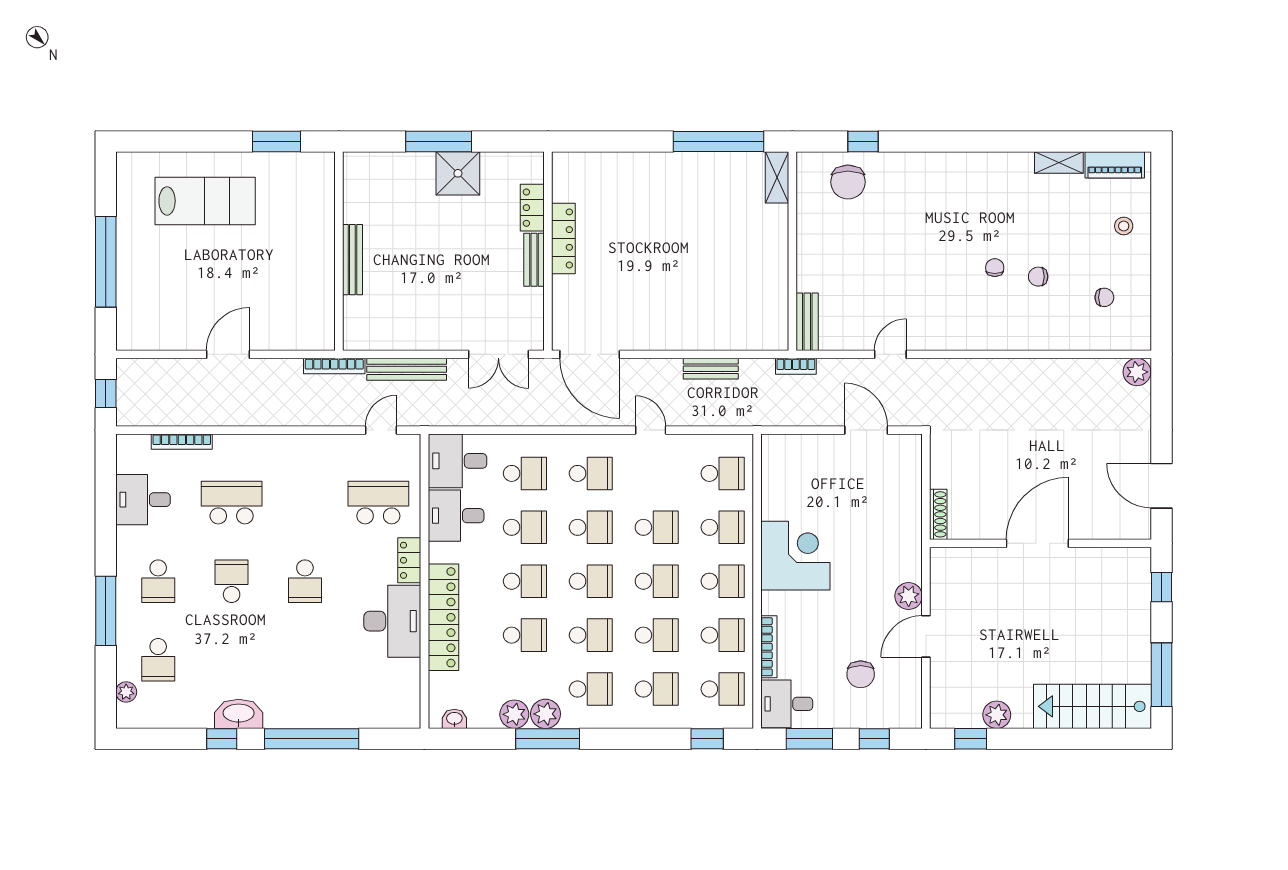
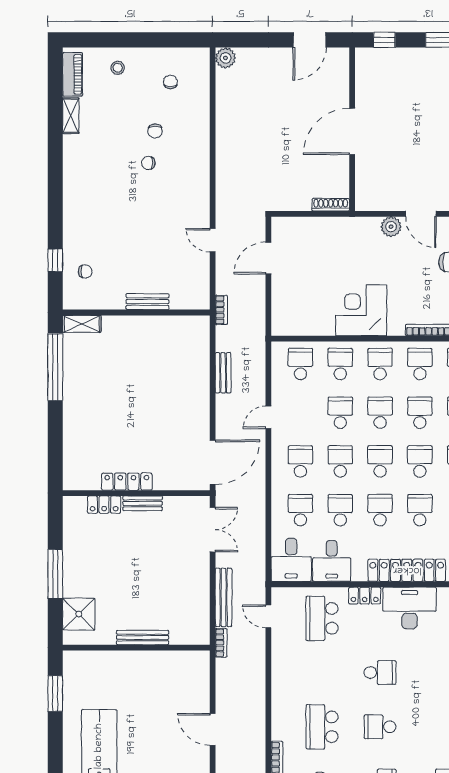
shower: (458, 173) -> (79, 614), moved
chair: (848, 182) -> (85, 271), width x0.54, depth x0.54
bench: (807, 322) -> (147, 302), moved
bookcase: (334, 366) -> (221, 643), width x0.64
door: (1037, 543) -> (352, 131), hinge flipped

